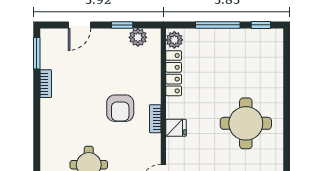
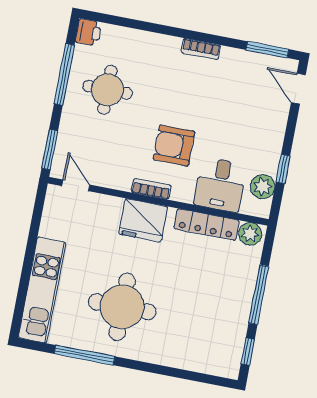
door: (79, 25) -> (298, 89), moved
desk: (142, 69) -> (220, 185), added
bookcase: (46, 84) -> (201, 49), moved
fridge: (176, 128) -> (143, 220), width x1.88, depth x1.34
window: (287, 144) -> (85, 355), added

